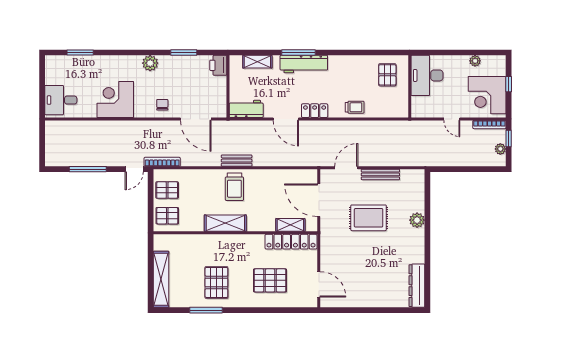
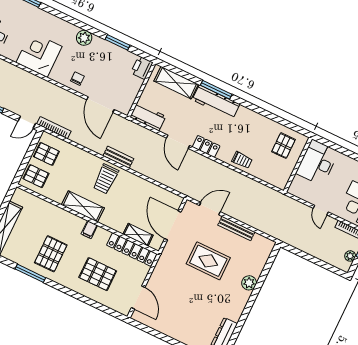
shelving: (257, 62) -> (176, 83), width x1.50, depth x1.33
filing cabinet: (242, 242) -> (89, 230), added

